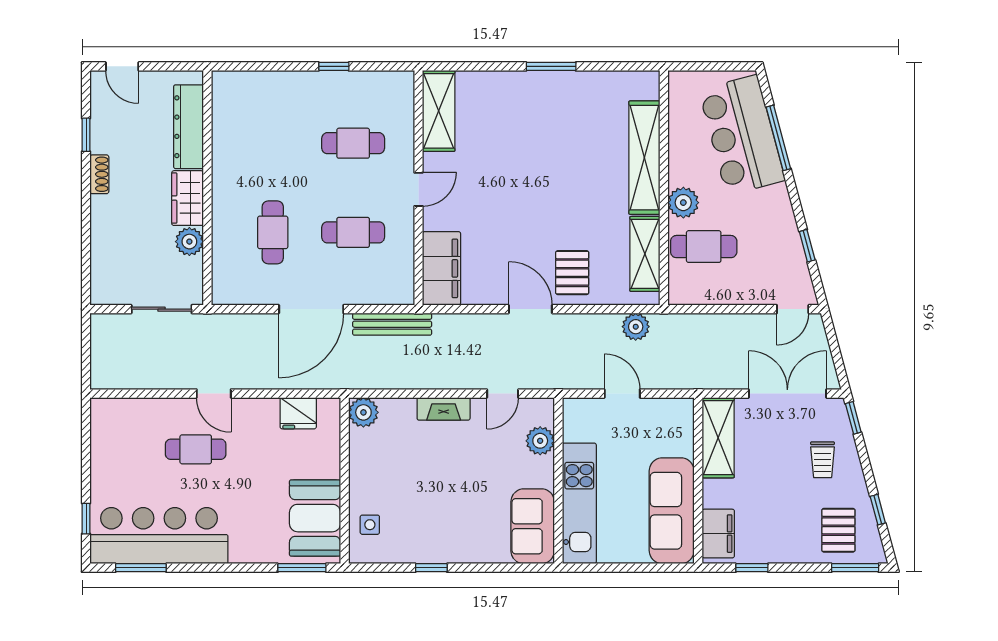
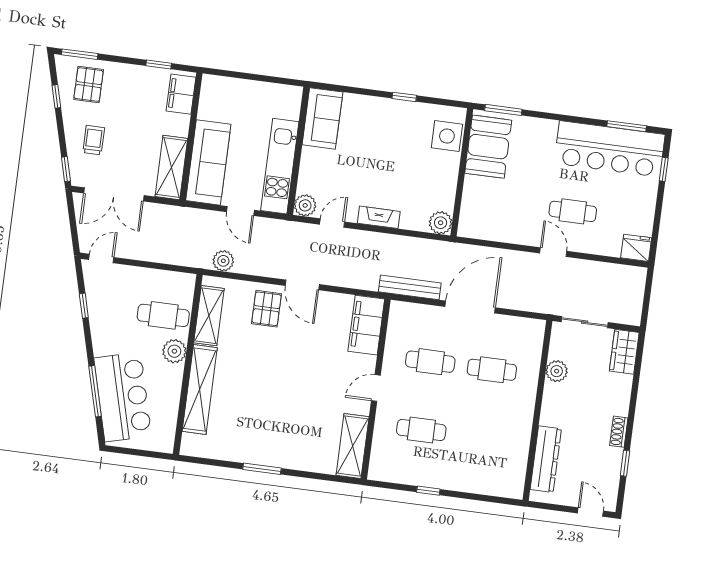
wardrobe: (188, 198) -> (624, 352), moved, turned 180
cafe table: (273, 232) -> (492, 370), turned 90
fridge: (298, 413) -> (636, 248), moved
plant: (540, 441) -> (305, 205), moved
kitchen unit: (579, 503) -> (280, 166), moved
sofa: (672, 511) -> (208, 162), moved
side table: (370, 525) -> (447, 136), width x1.87, depth x1.87

